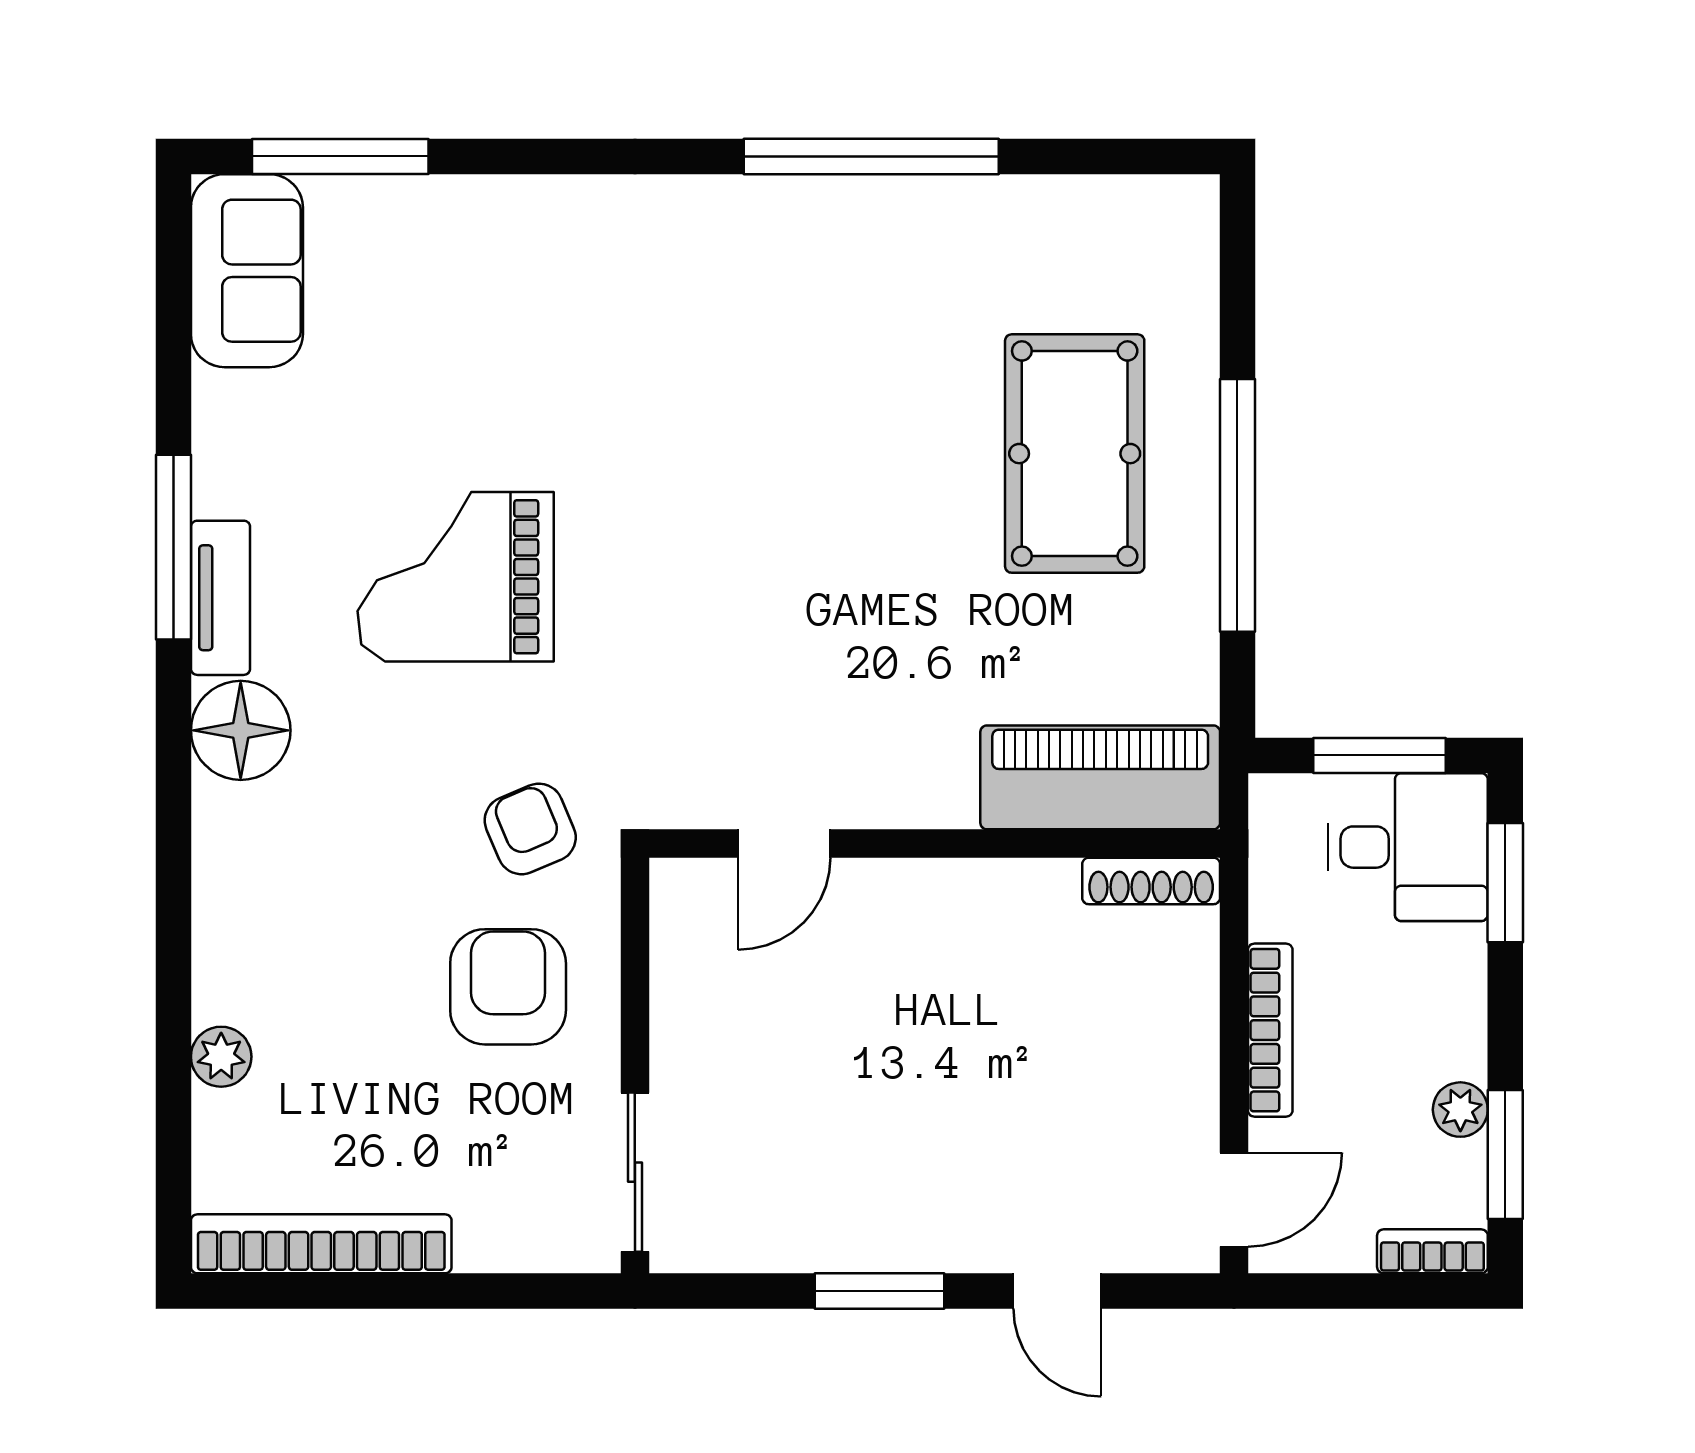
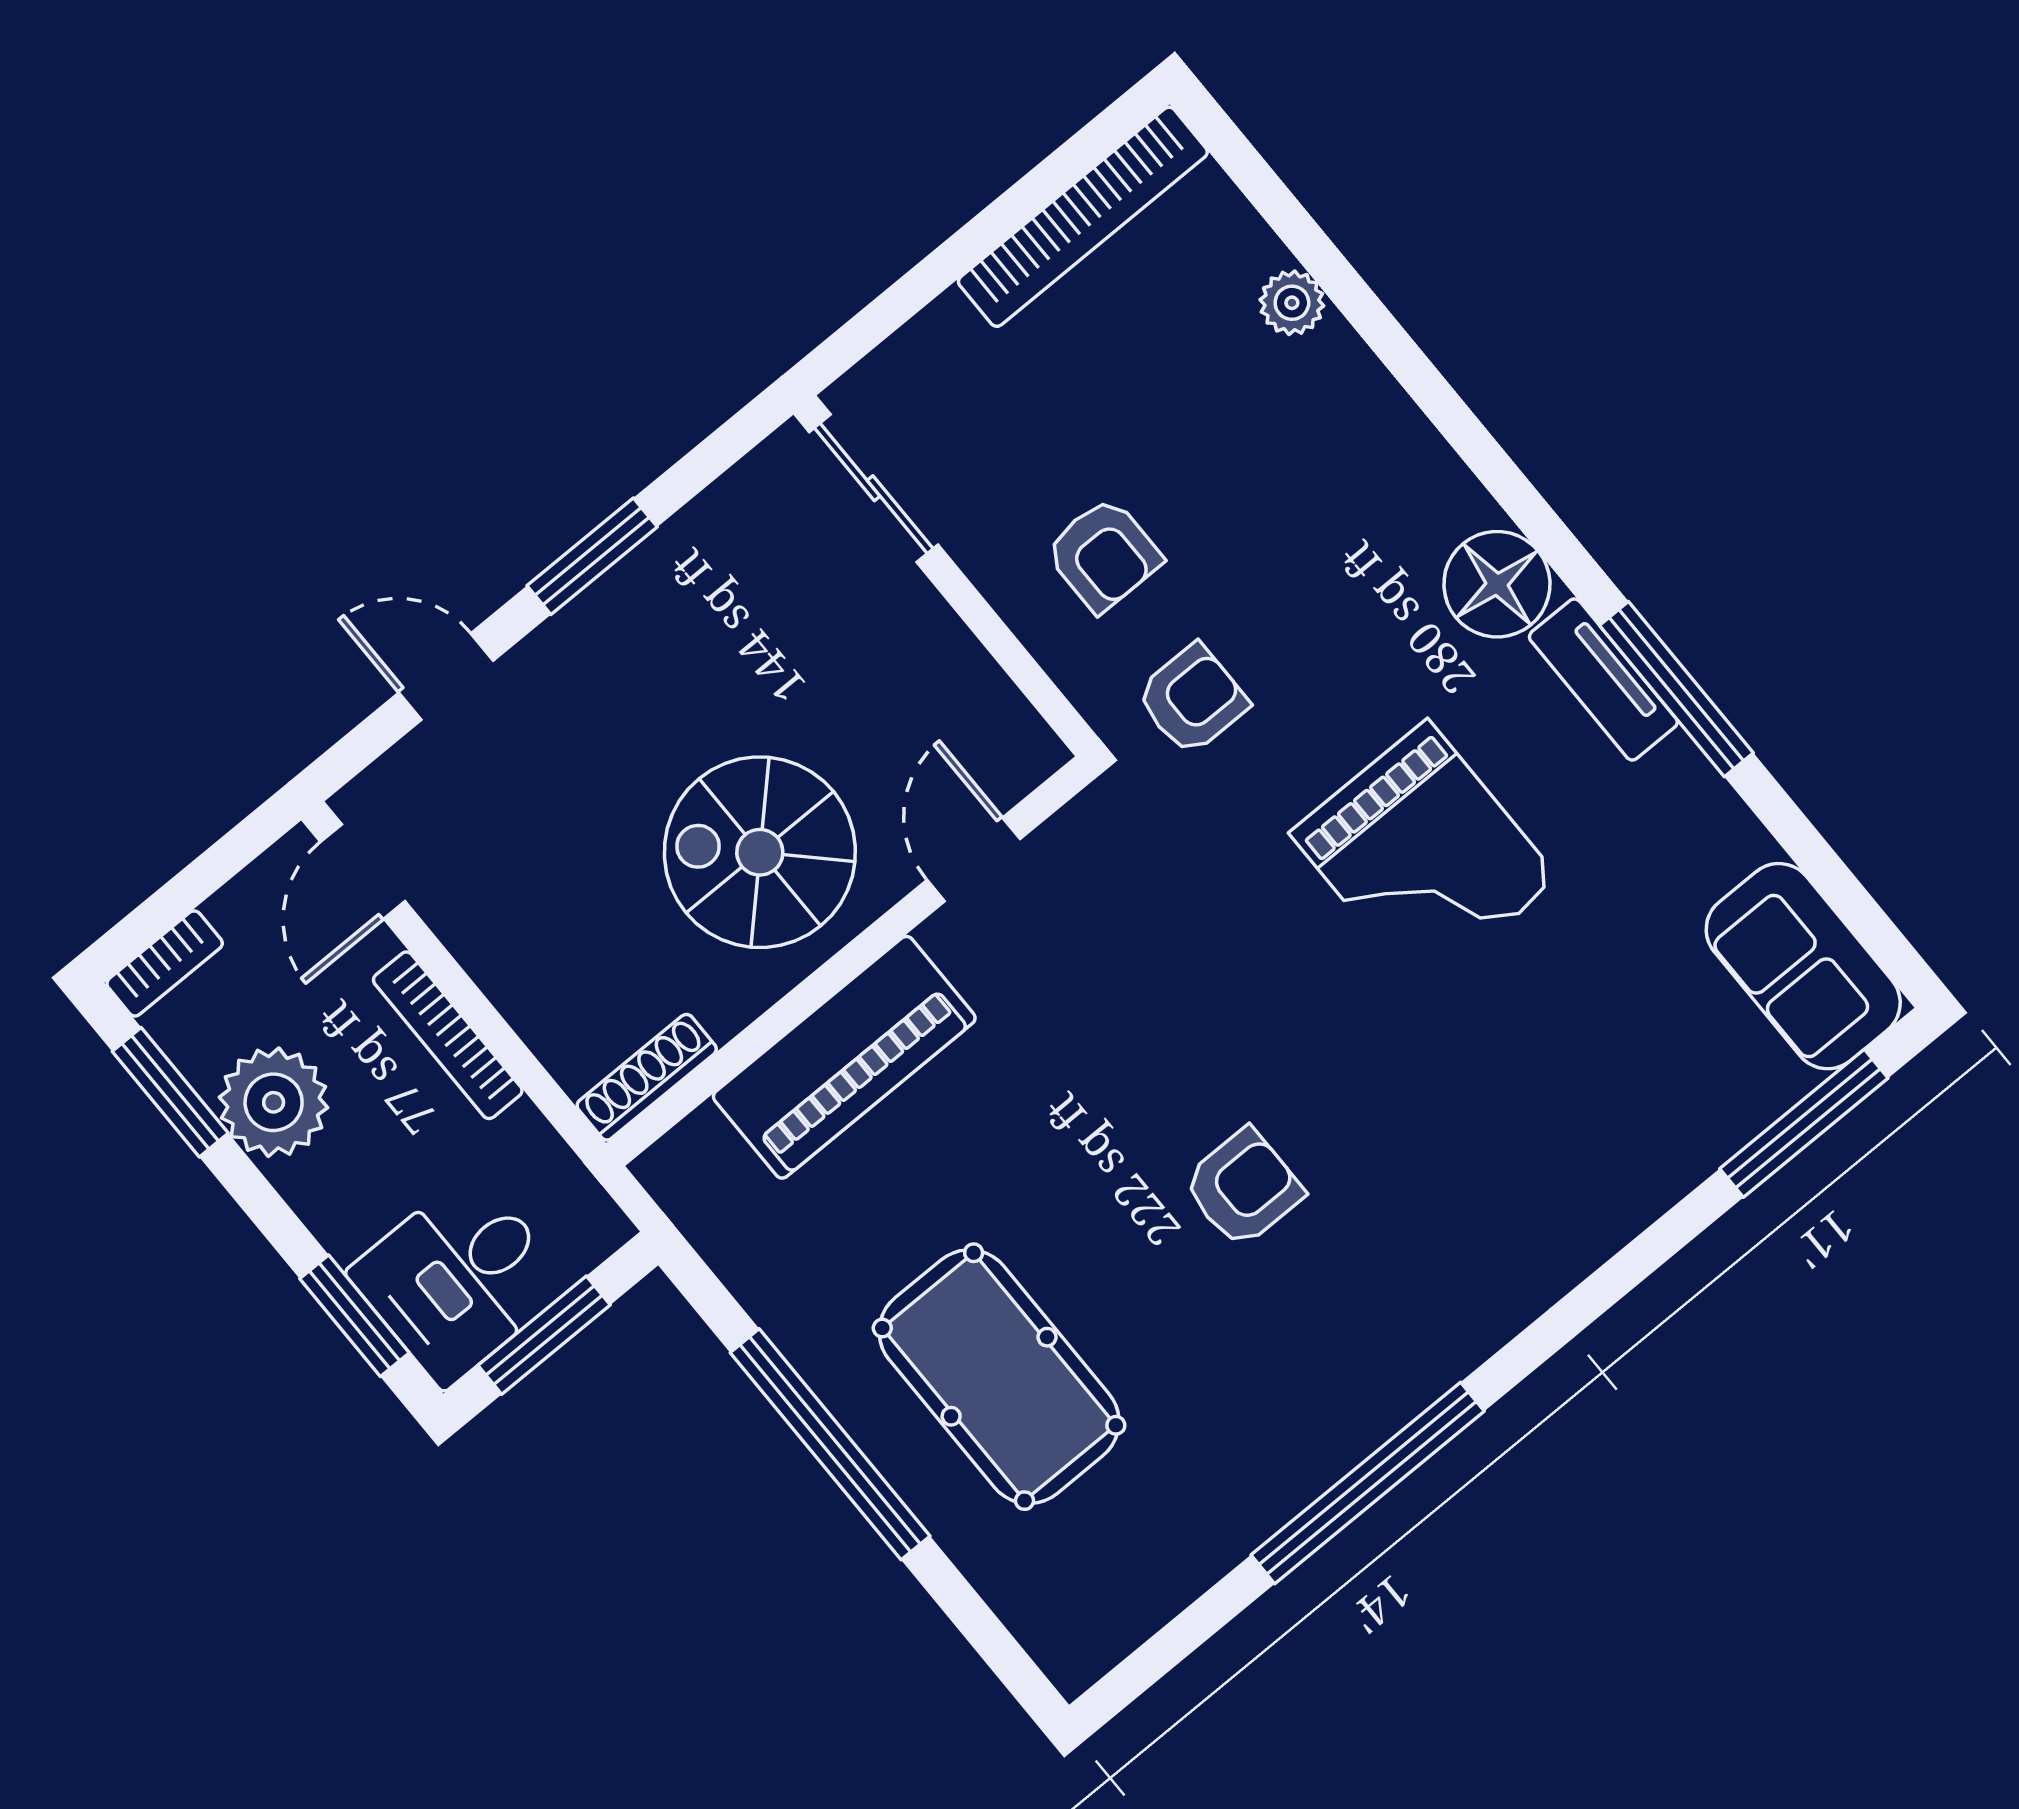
armchair: (785, 445) -> (1243, 1188), added
grand piano: (456, 577) -> (1424, 856), turned 90
piano: (1100, 777) -> (844, 1057), moved
armchair: (530, 829) -> (1192, 699), turned -67
spiral stairs: (935, 976) -> (760, 852), added
armchair: (508, 987) -> (1104, 555), width x0.72, depth x0.72
plant: (1460, 1110) -> (274, 1102), width x1.88, depth x1.88

